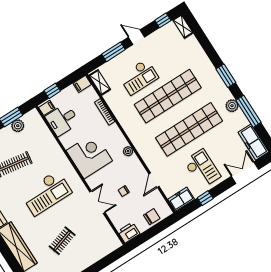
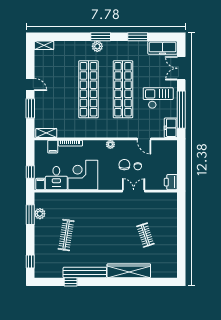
window: (163, 20) -> (30, 57), removed
door: (137, 37) -> (30, 85), swing flipped
checkout: (139, 77) -> (61, 102), removed
filing cabinet: (82, 84) -> (53, 147), moved
plant: (232, 106) -> (97, 46), moved
window: (249, 111) -> (138, 37), width x0.69
corner desk: (89, 156) -> (83, 175), moved
checkout: (46, 193) -> (103, 224), removed
window: (205, 198) -> (181, 110), width x3.17
chair: (152, 217) -> (124, 165), moved

